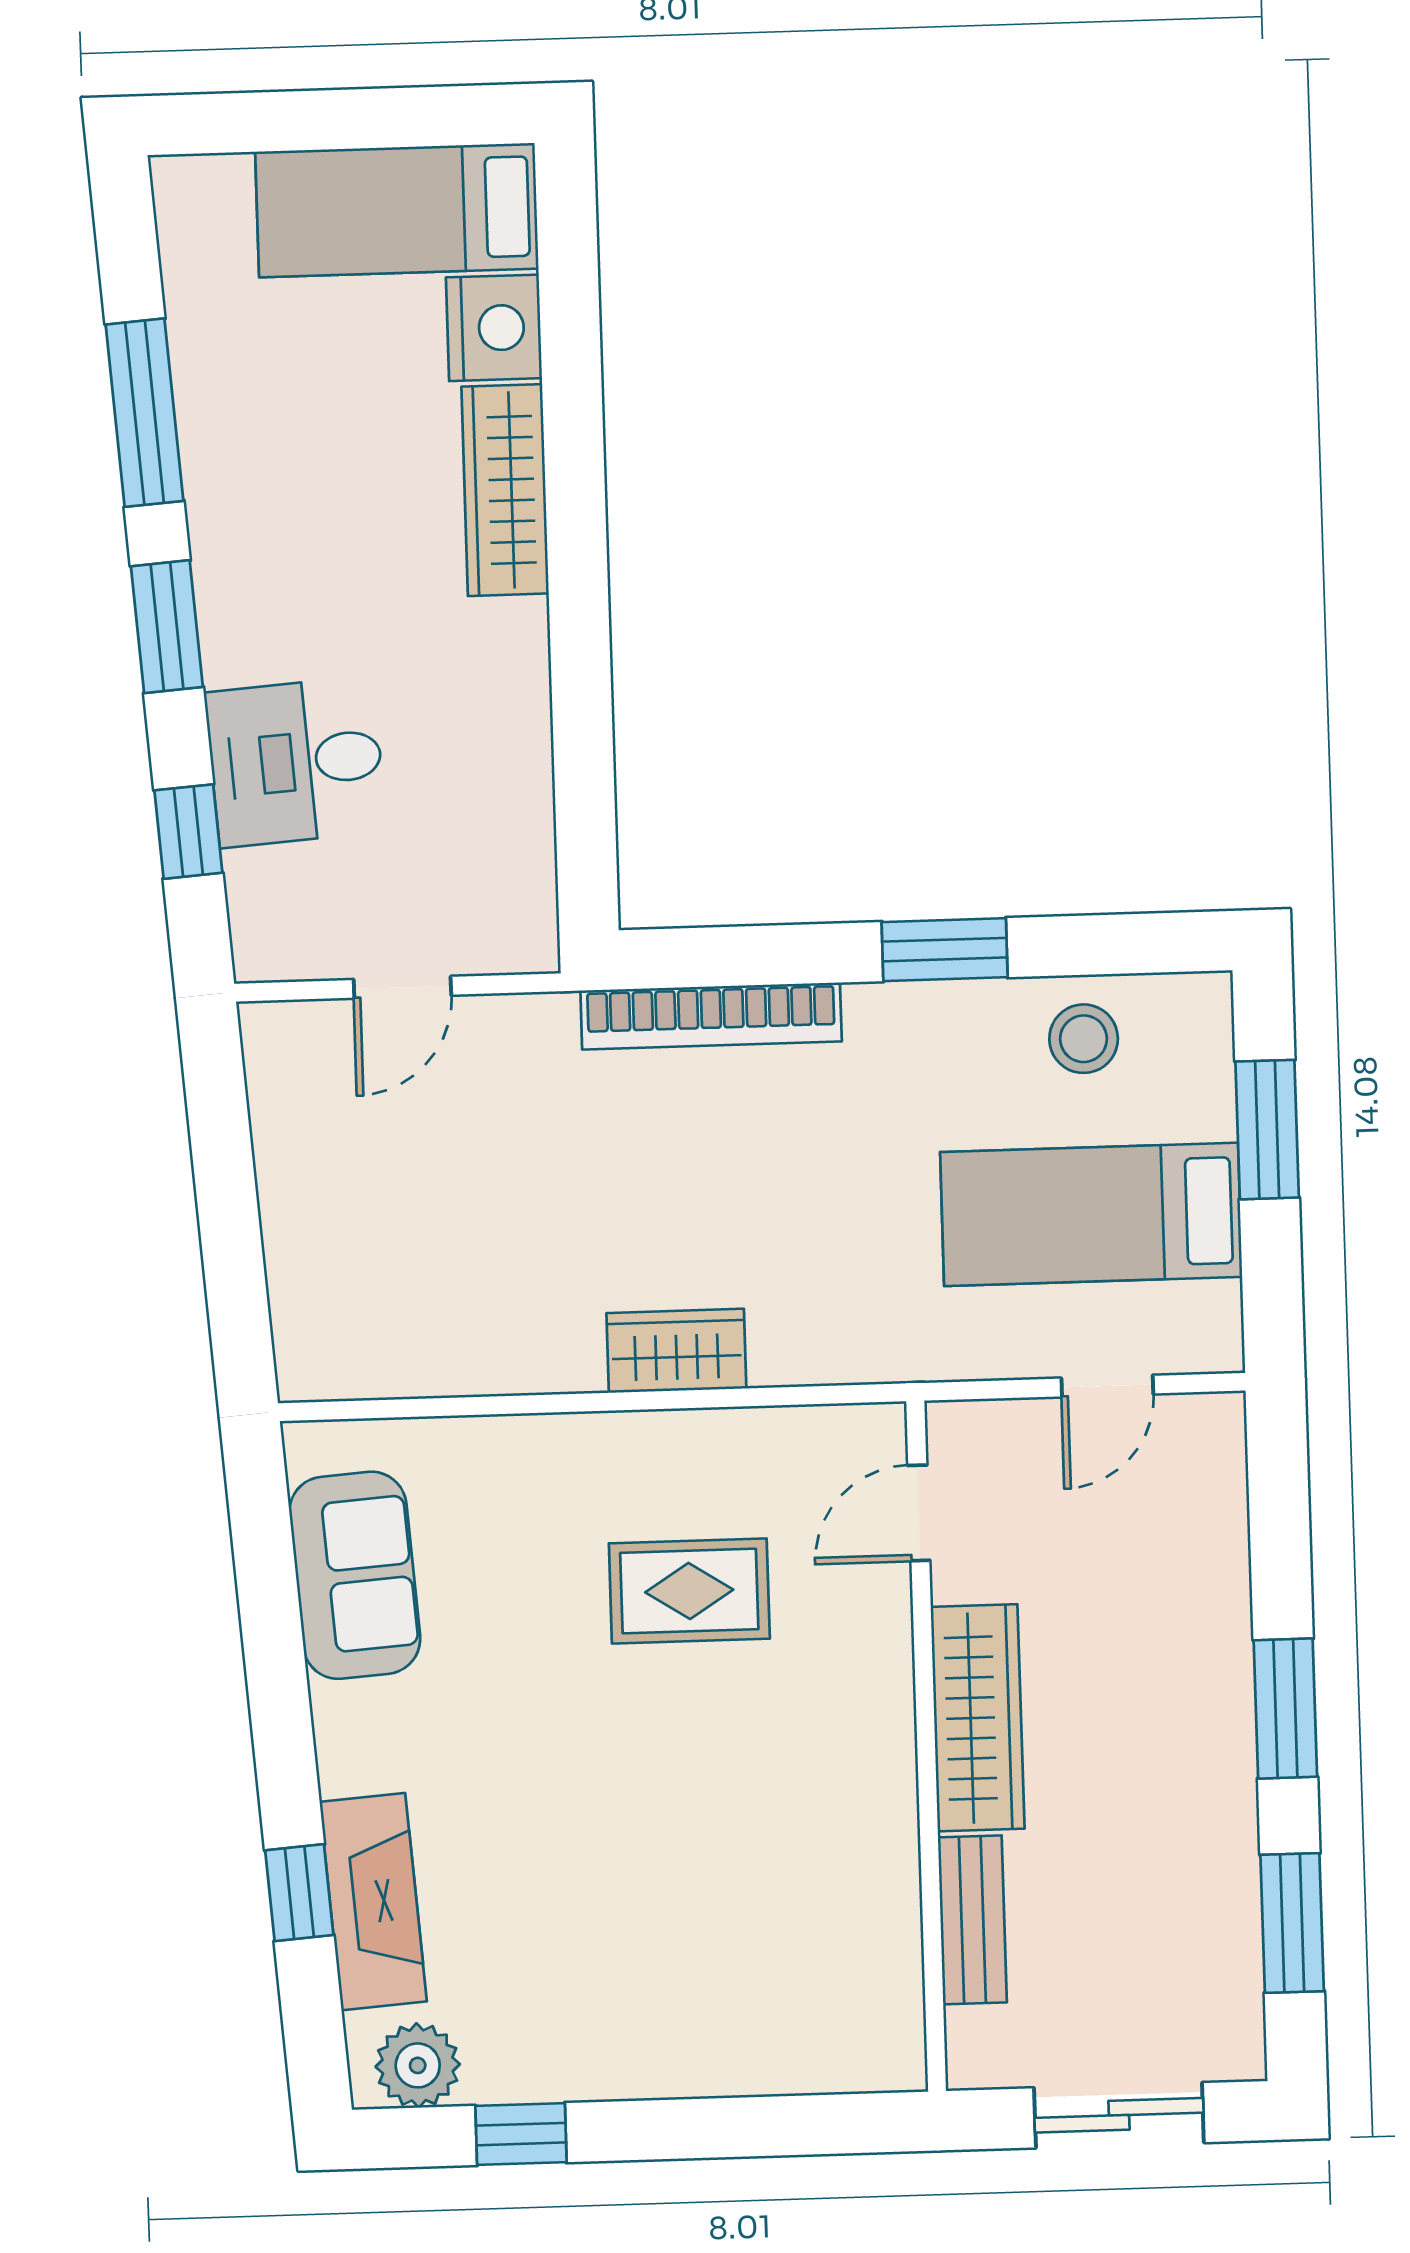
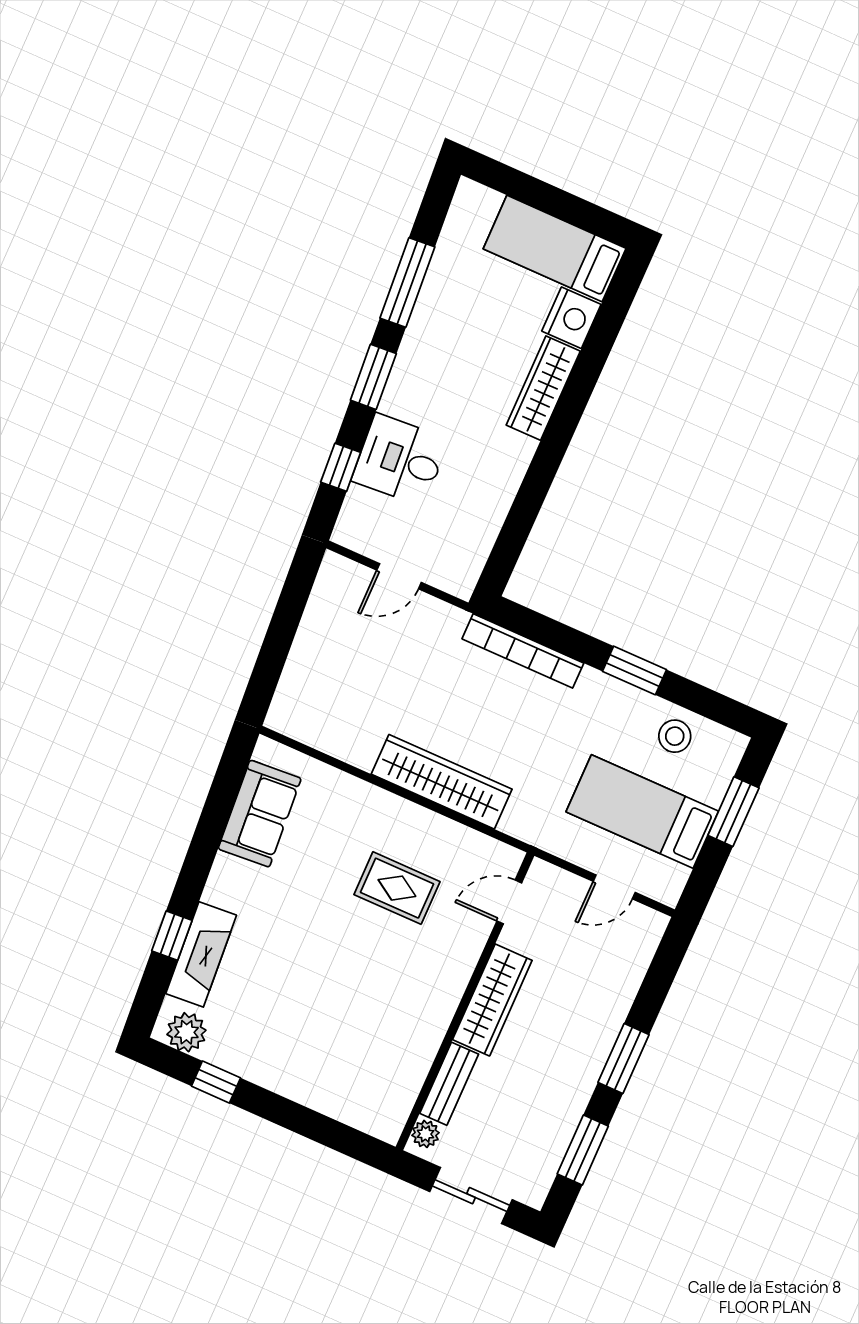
wardrobe: (676, 1351) -> (442, 782), width x2.10, depth x1.17
plant: (974, 2039) -> (426, 1134), added

